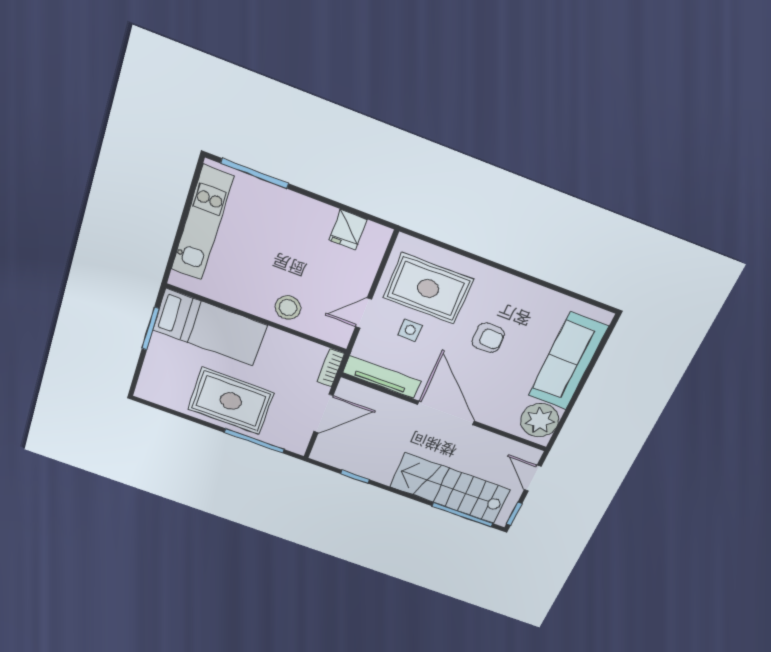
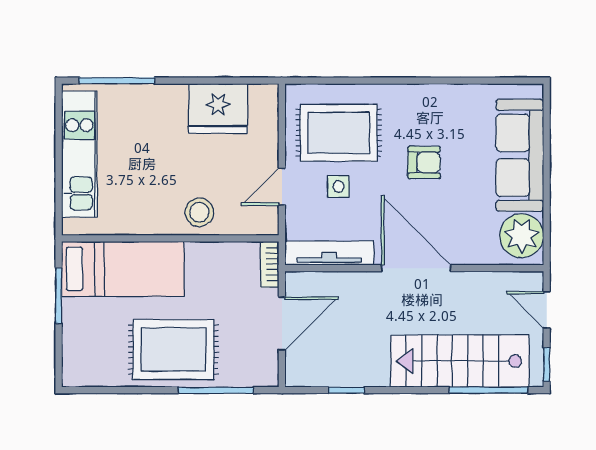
fridge: (348, 230) -> (218, 109), width x1.88, depth x1.34

